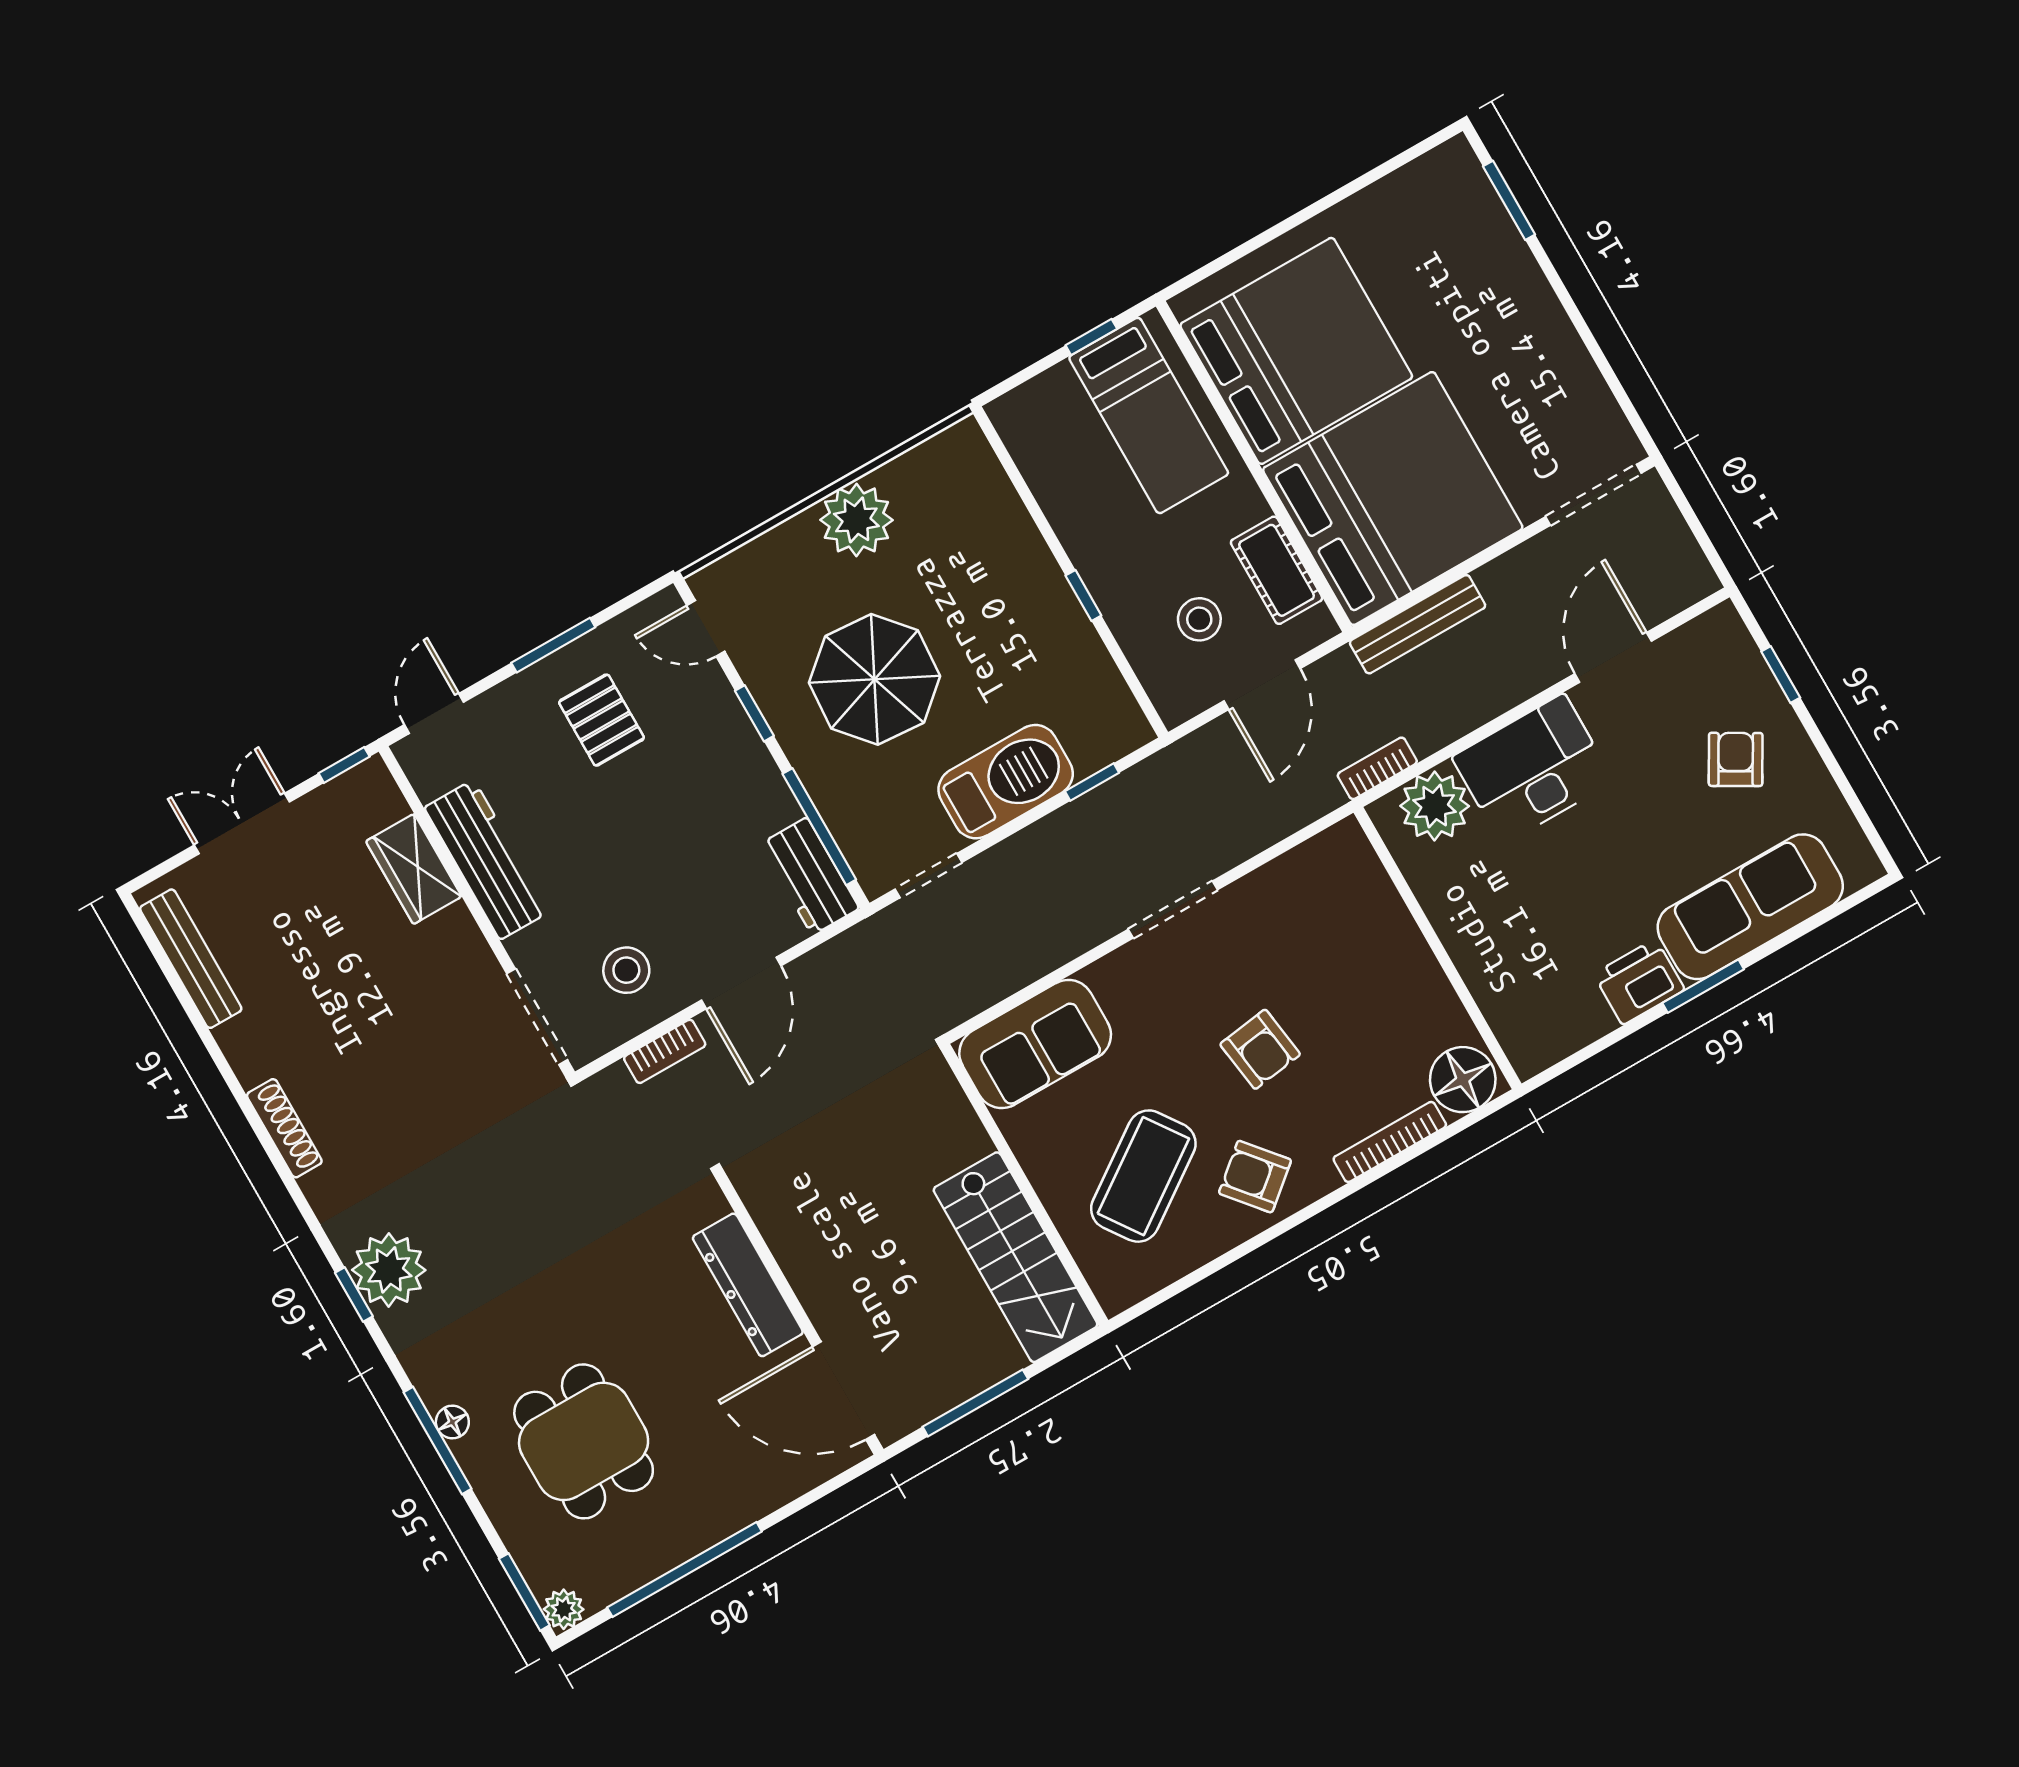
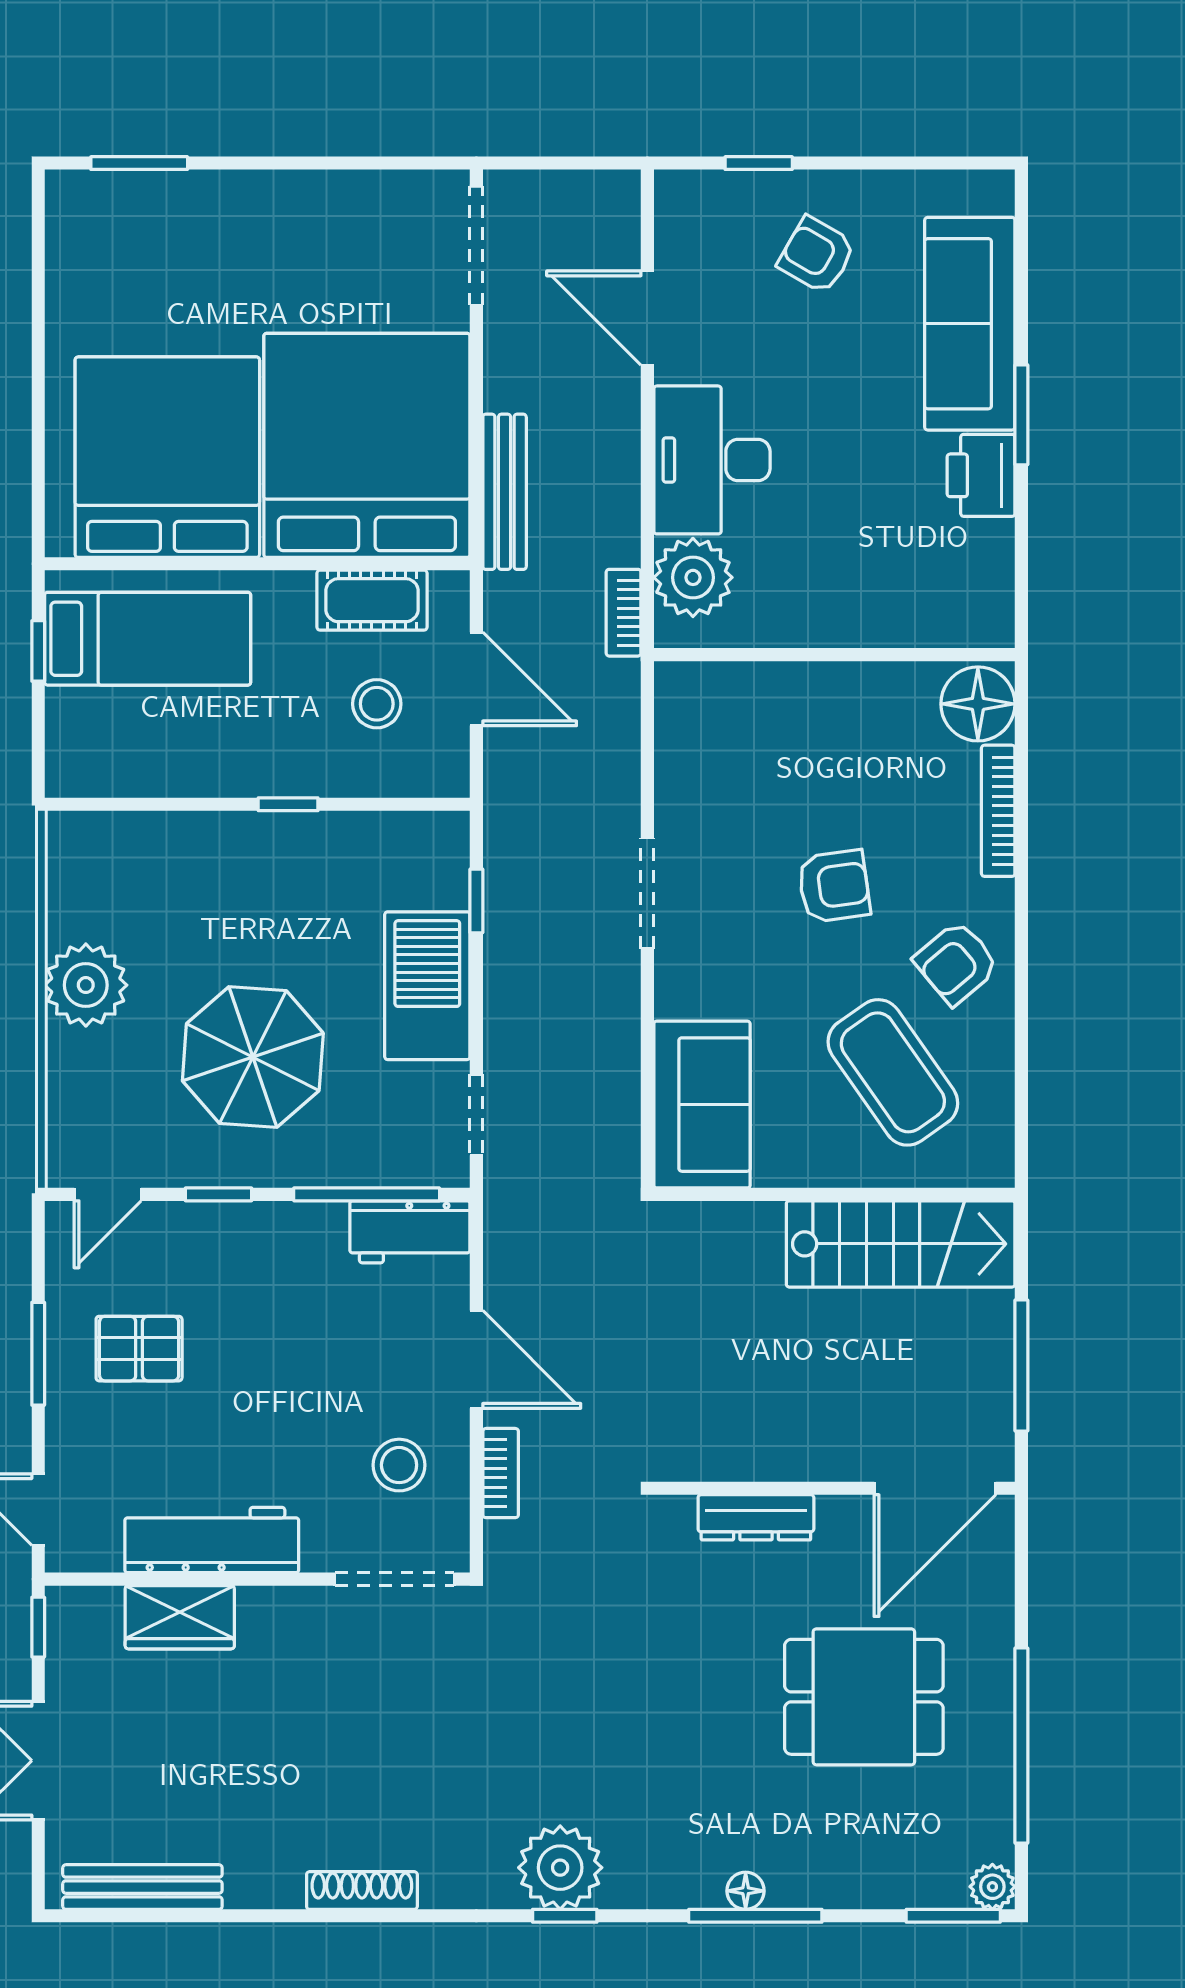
dresser: (748, 1285) -> (756, 1517), width x0.73, depth x0.80
dining table: (584, 1441) -> (864, 1697), moved

